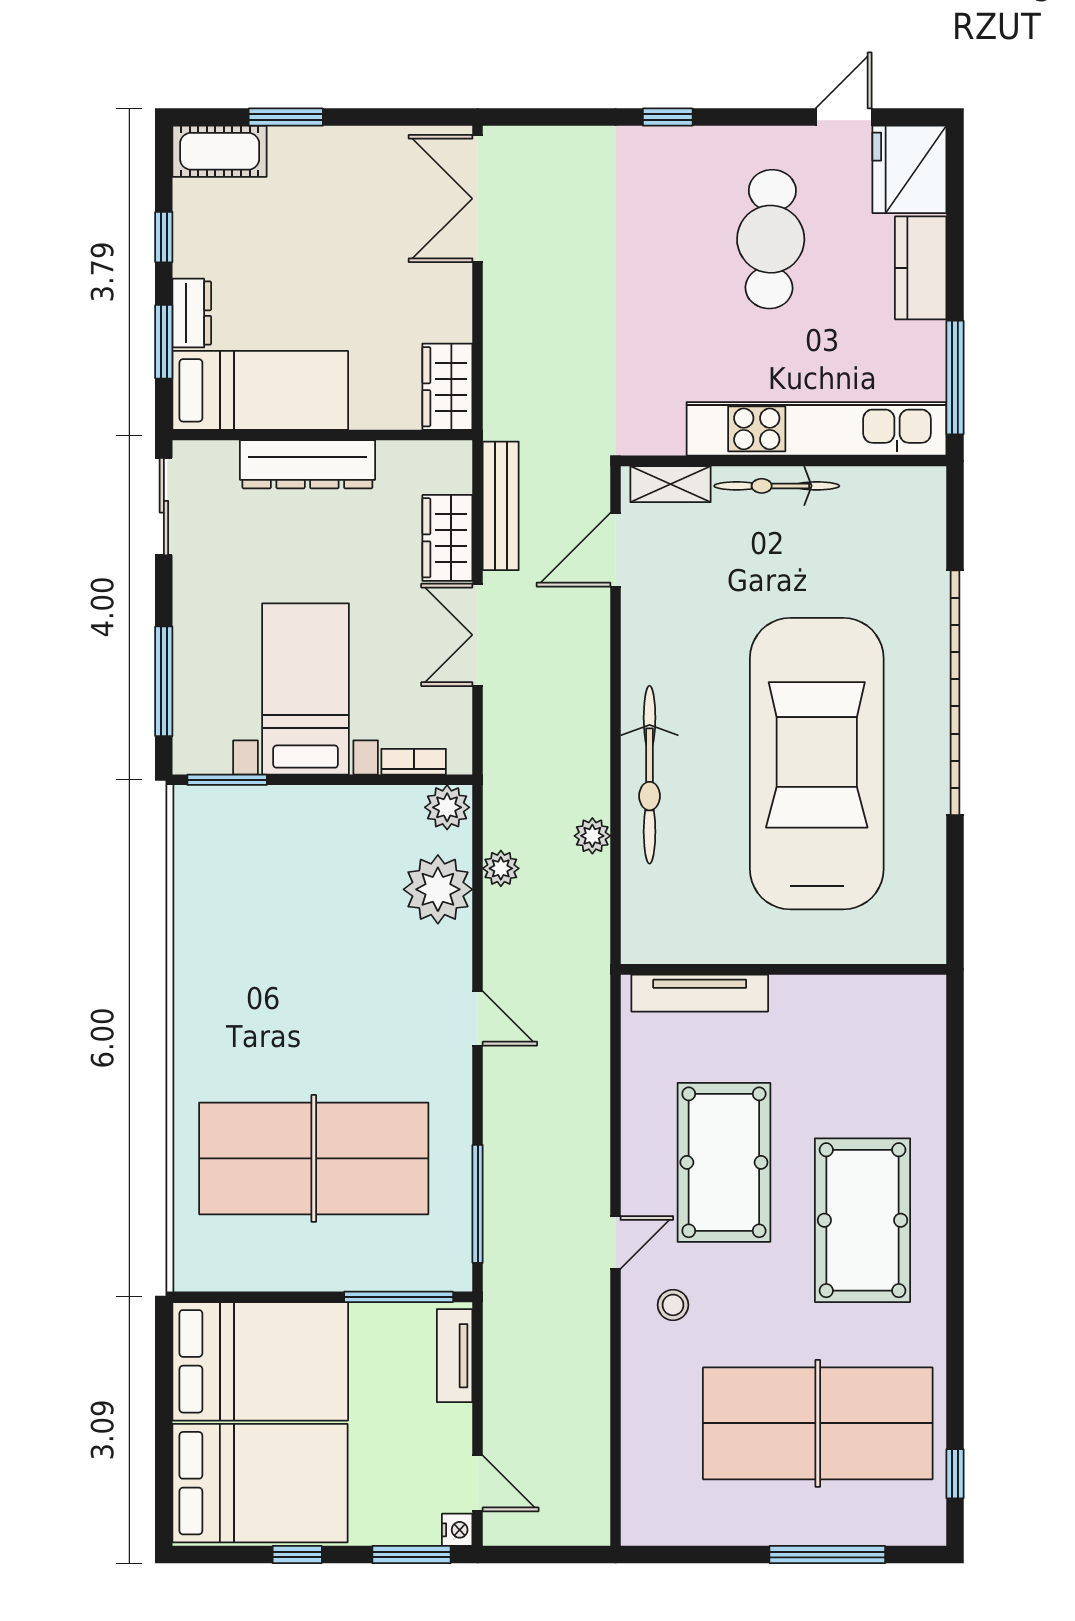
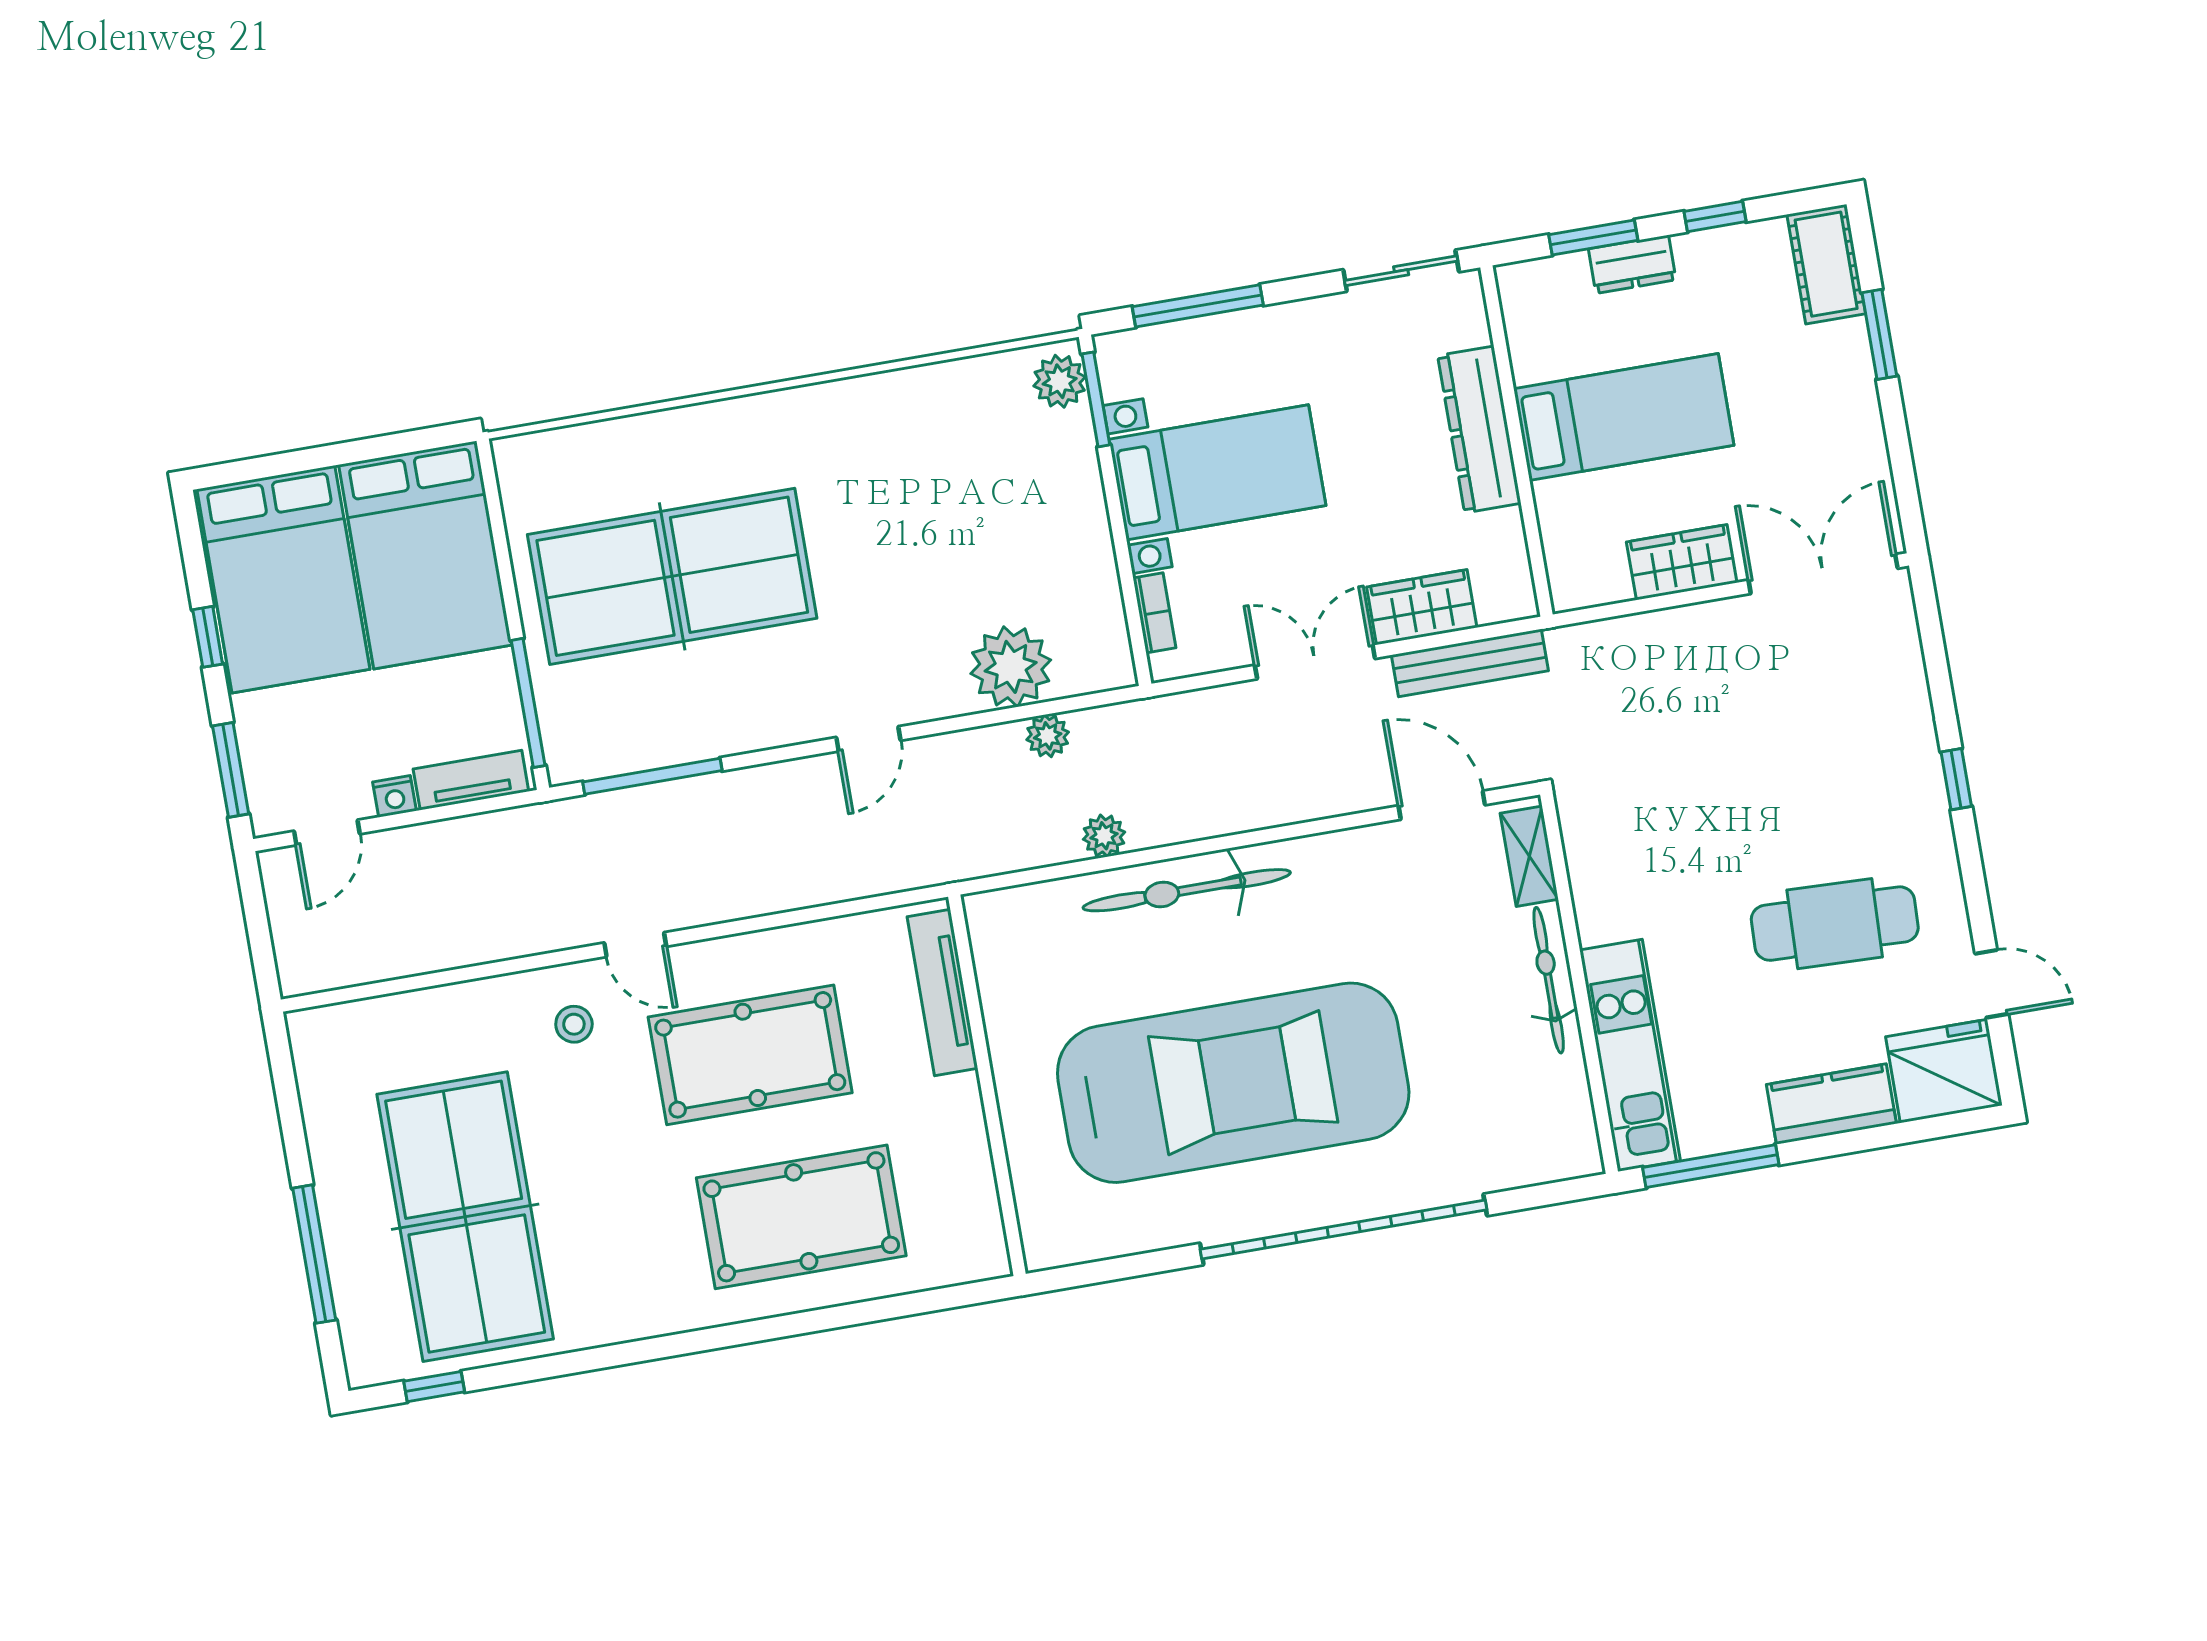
wardrobe: (447, 387) -> (1682, 562), moved
bed: (260, 390) -> (1624, 417), moved, turned -90
kitchen unit: (816, 429) -> (1630, 1055), width x0.73
plant: (447, 807) -> (1060, 381), moved
table tennis table: (314, 1158) -> (672, 576), turned 90
pool table: (863, 1220) -> (801, 1217), moved
nightstand: (457, 1530) -> (395, 796), moved

